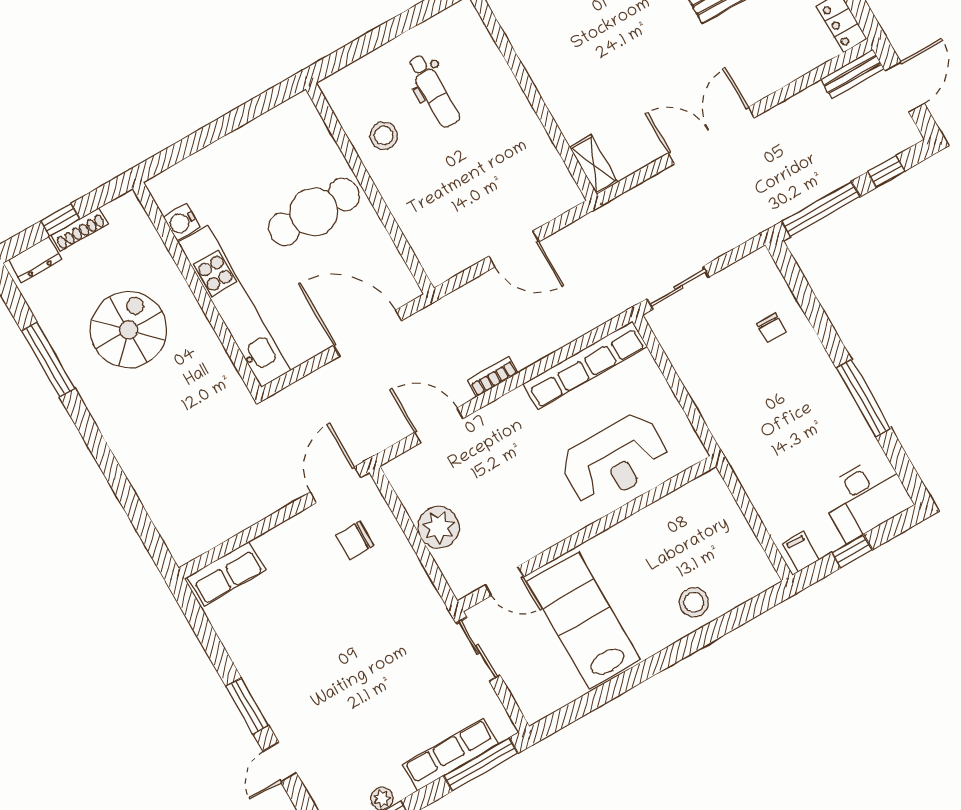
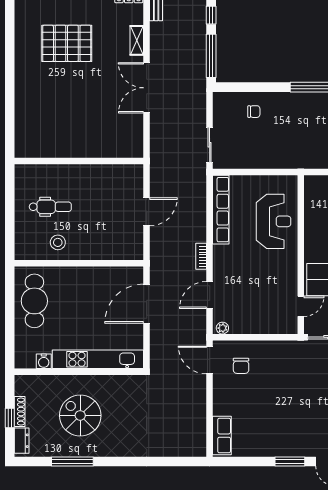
shelving: (594, 165) -> (137, 40), moved, turned 90
cafe table: (314, 212) -> (34, 301), moved
plant: (439, 527) -> (222, 328), moved, width x0.53, depth x0.53

